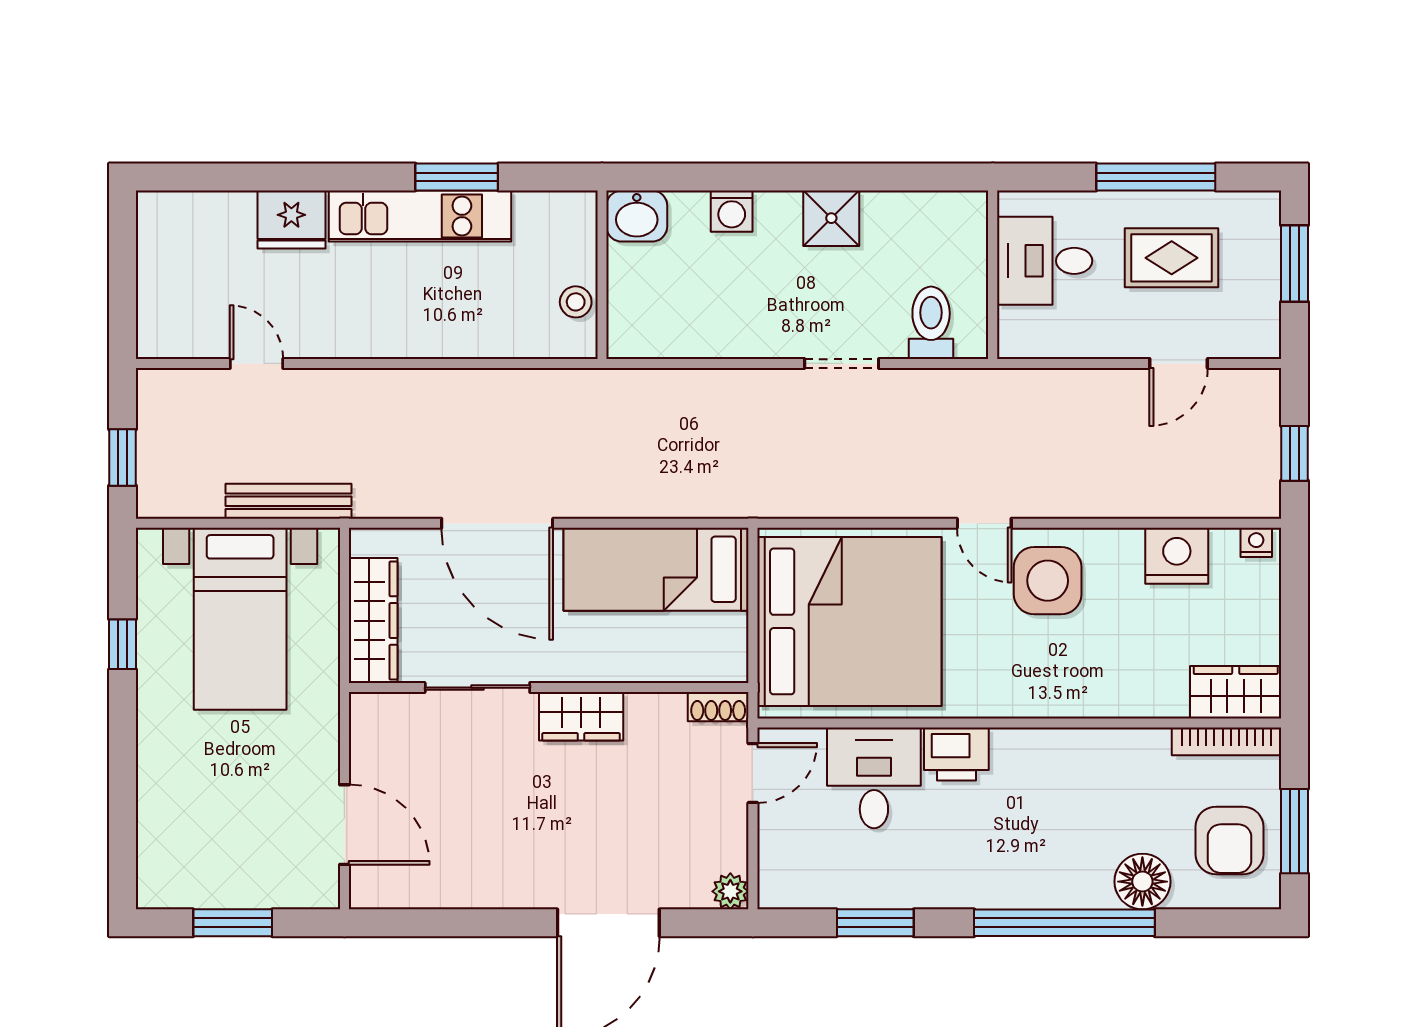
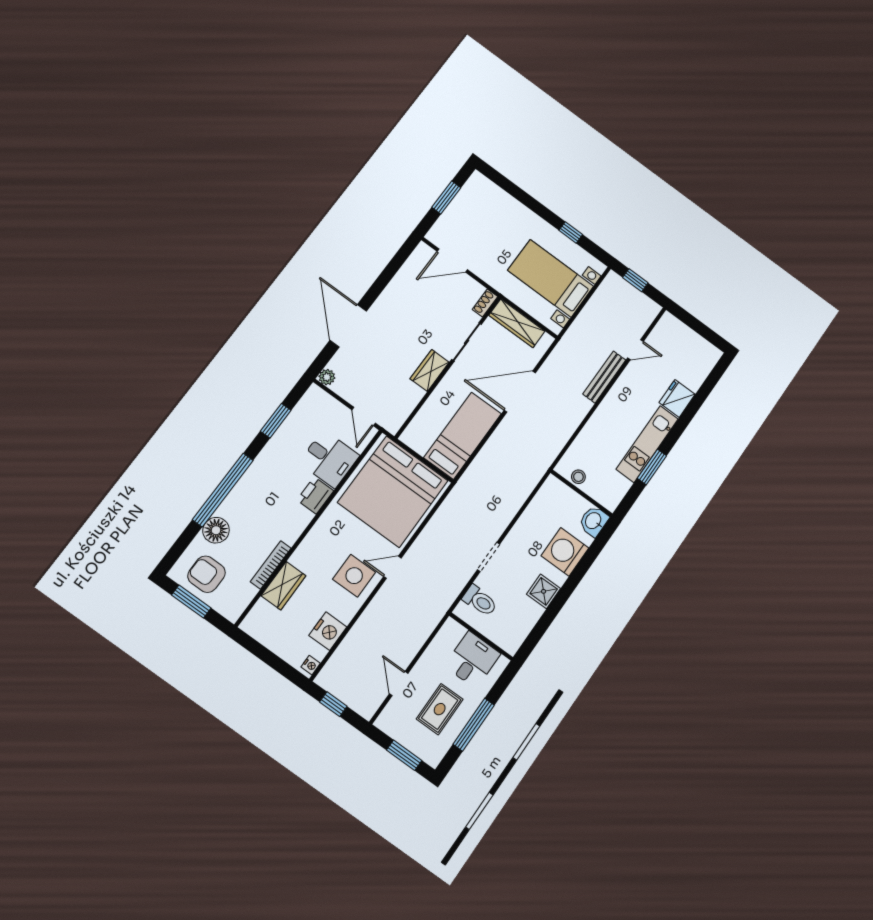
washing machine: (732, 211) -> (565, 552), width x1.89, depth x1.89
bench: (289, 501) -> (604, 377), moved
wardrobe: (1236, 692) -> (283, 586), moved
shoe rack: (718, 707) -> (485, 303), moved
bookcase: (1227, 741) -> (271, 565), moved

